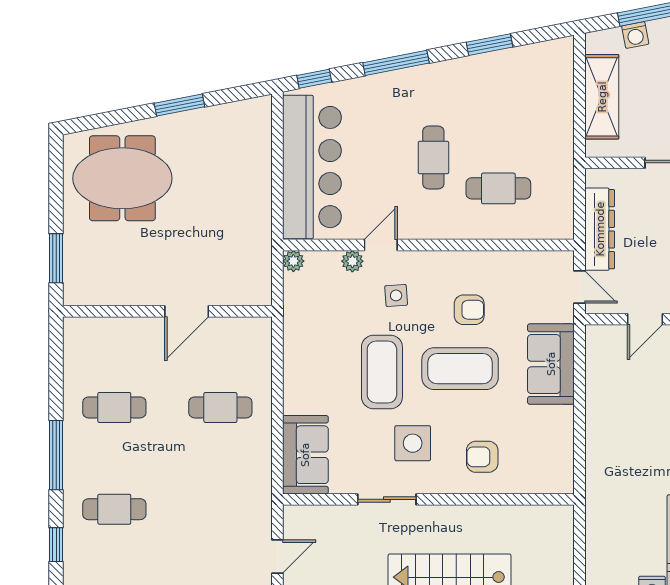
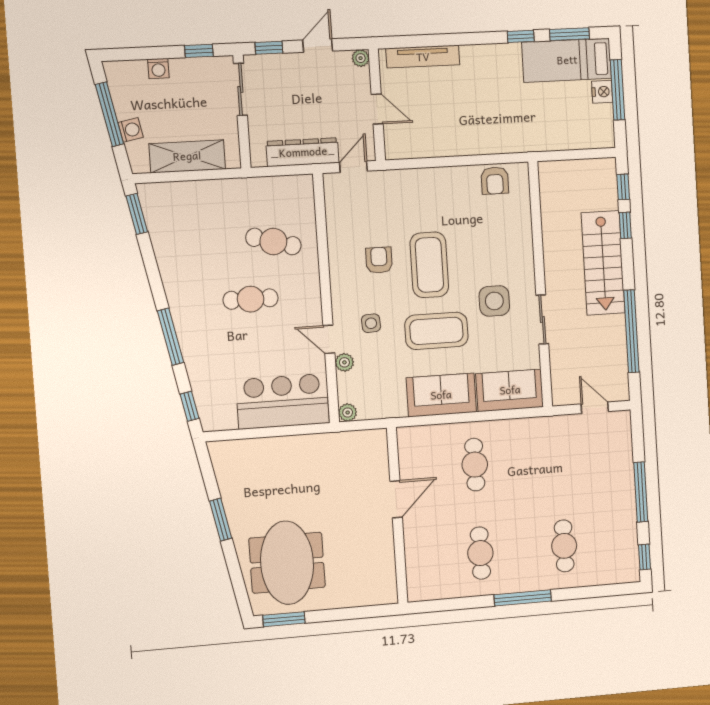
window: (490, 45) -> (137, 214), moved
bar counter: (312, 167) -> (283, 401), width x0.73
cafe table: (498, 188) -> (273, 242), turned -74
window: (56, 258) -> (284, 619), moved
door: (187, 311) -> (396, 499), hinge flipped
sofa: (551, 364) -> (441, 395), moved, turned 180
armchair: (482, 457) -> (495, 181), moved
window: (56, 545) -> (596, 591), removed

